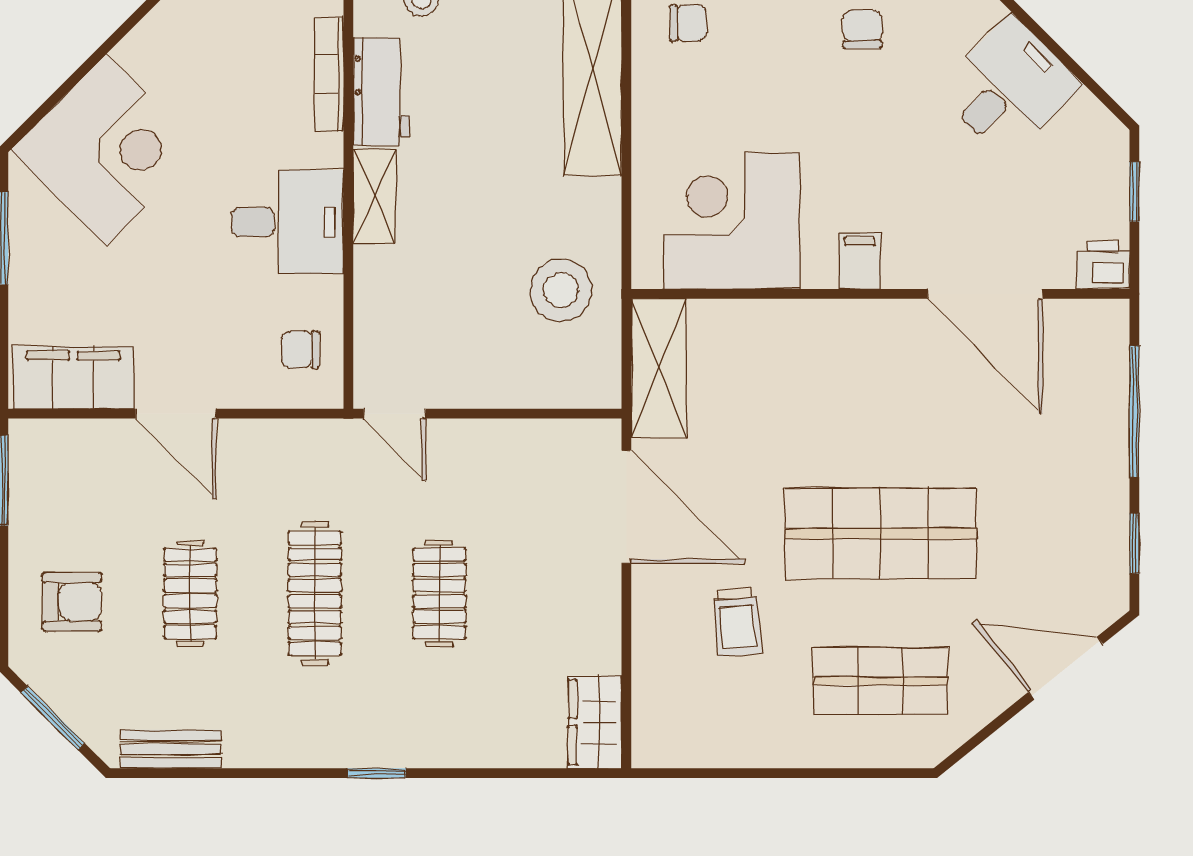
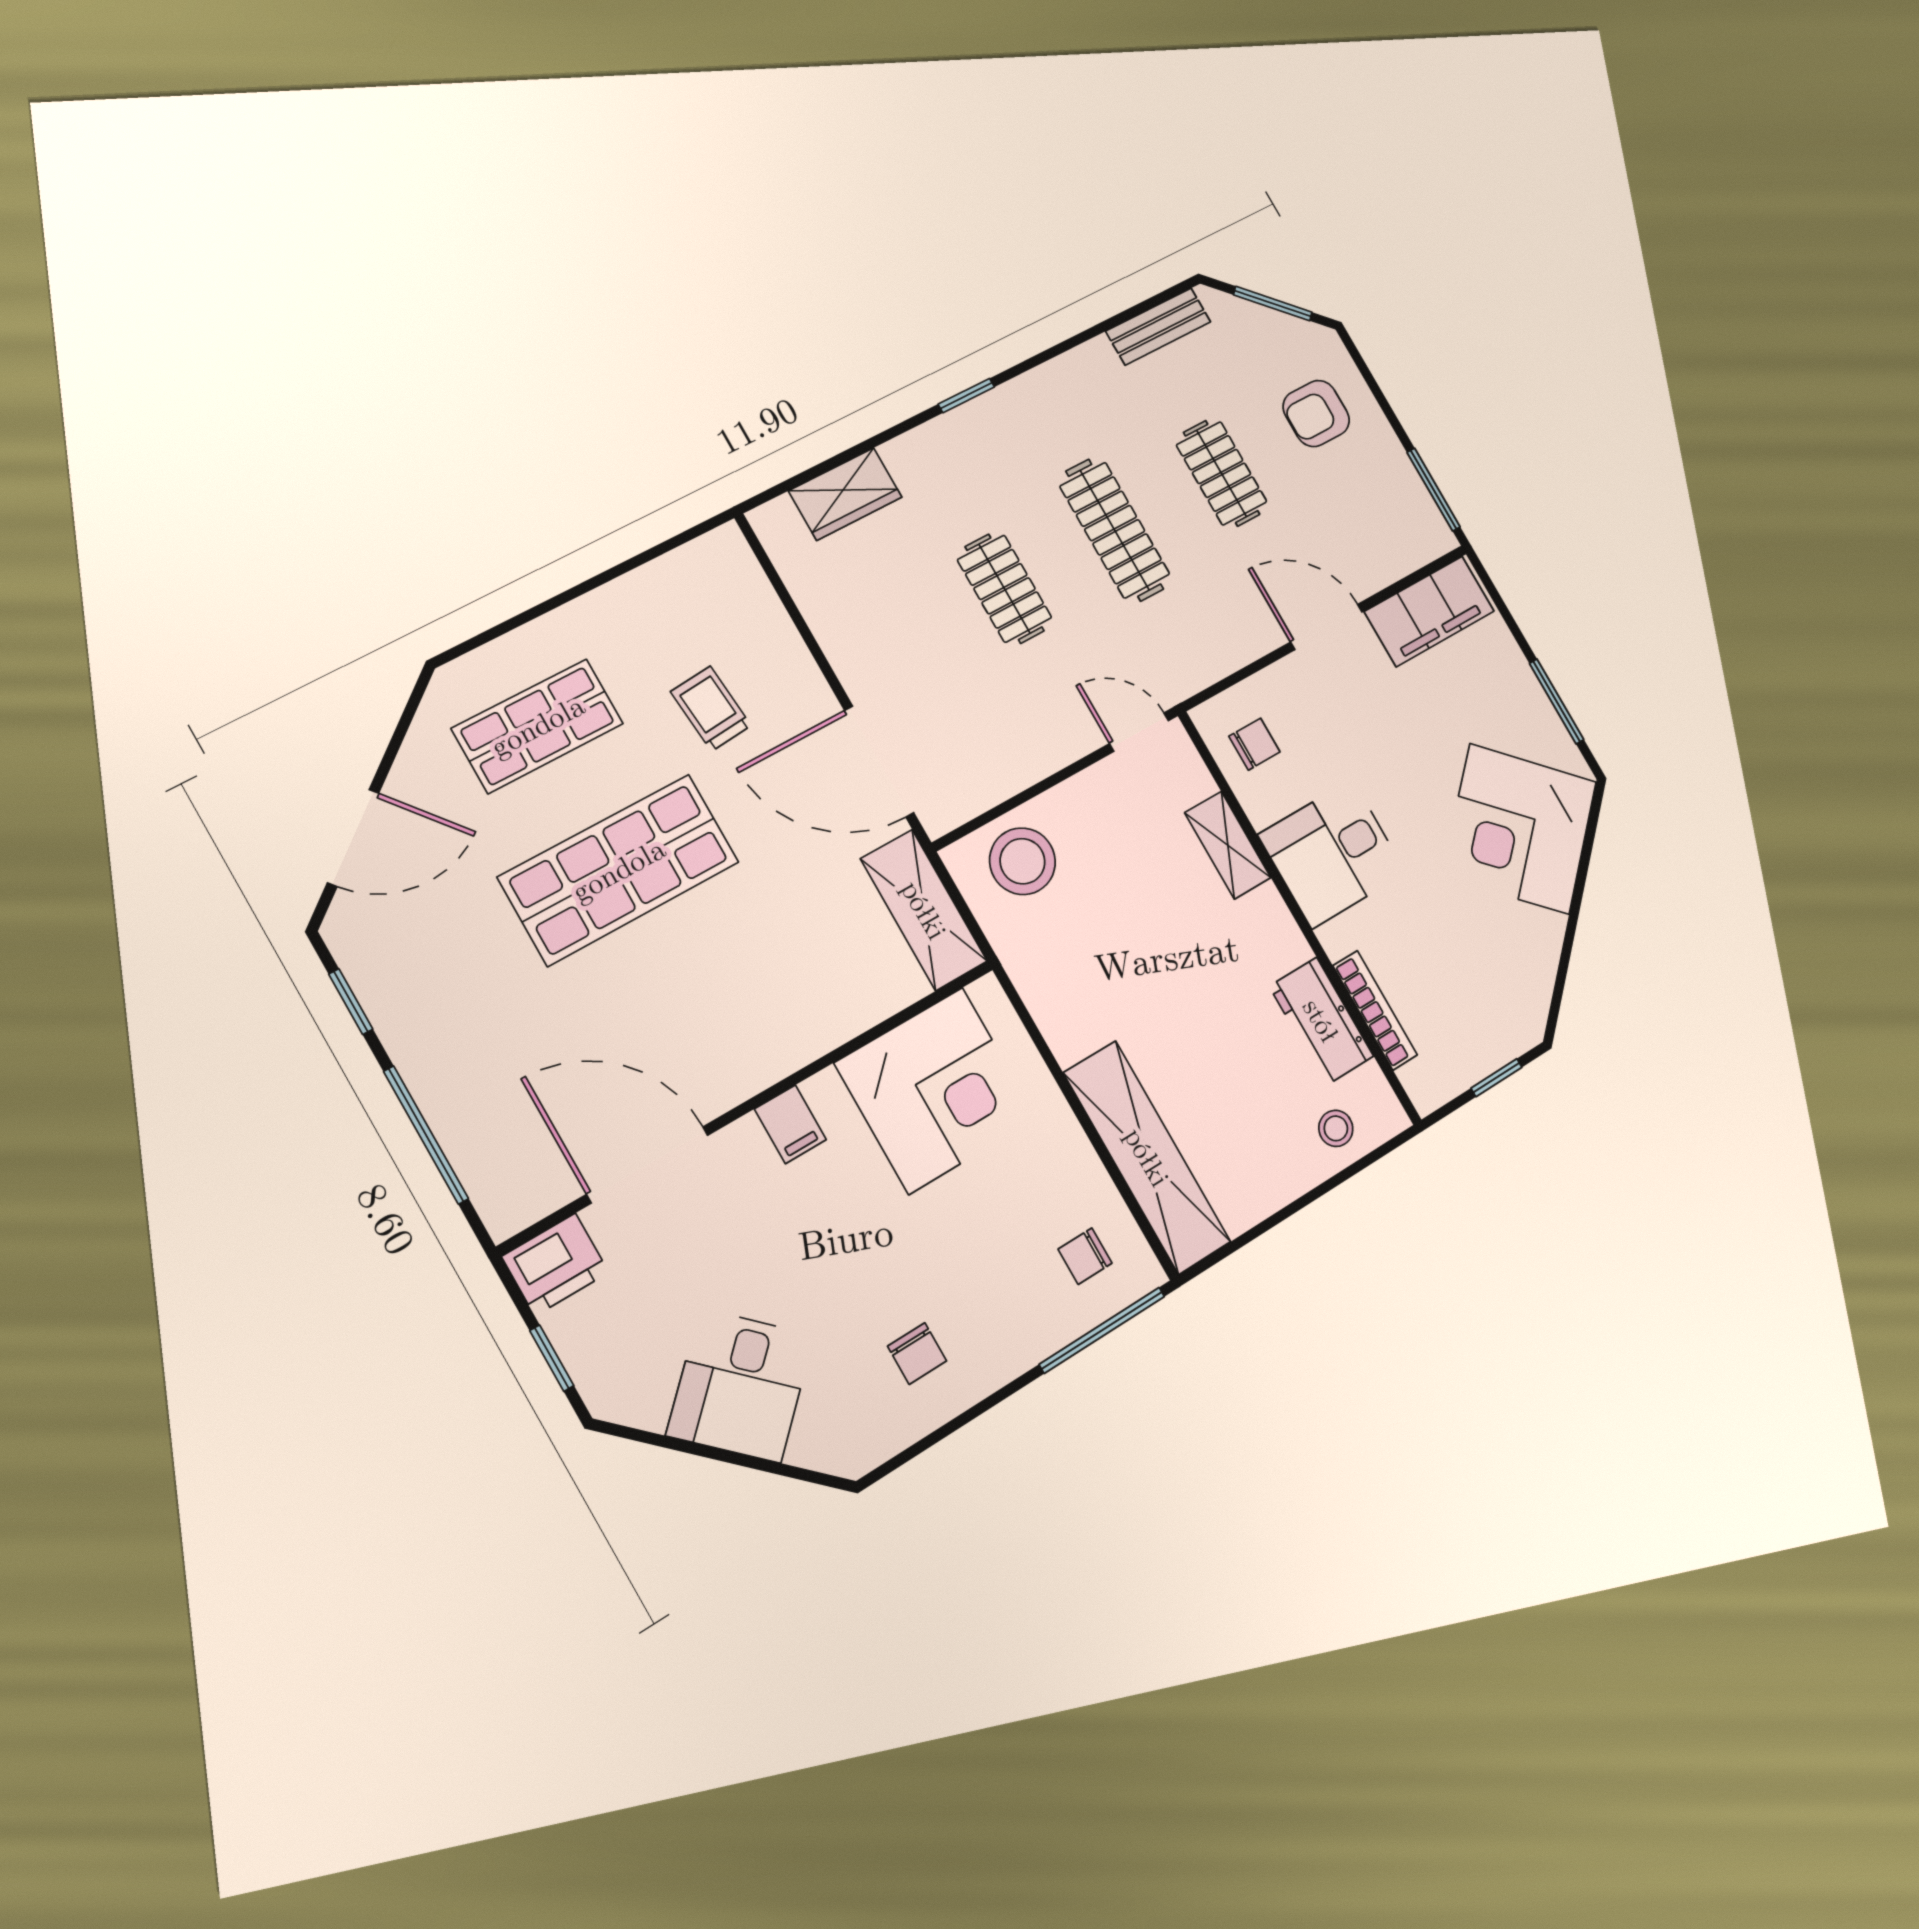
shelving: (374, 196) -> (1228, 845), moved
printer: (1103, 265) -> (555, 1264), width x1.36, depth x1.24
stool: (561, 290) -> (1022, 861), moved
wardrobe: (595, 722) -> (845, 494), moved, turned 90

